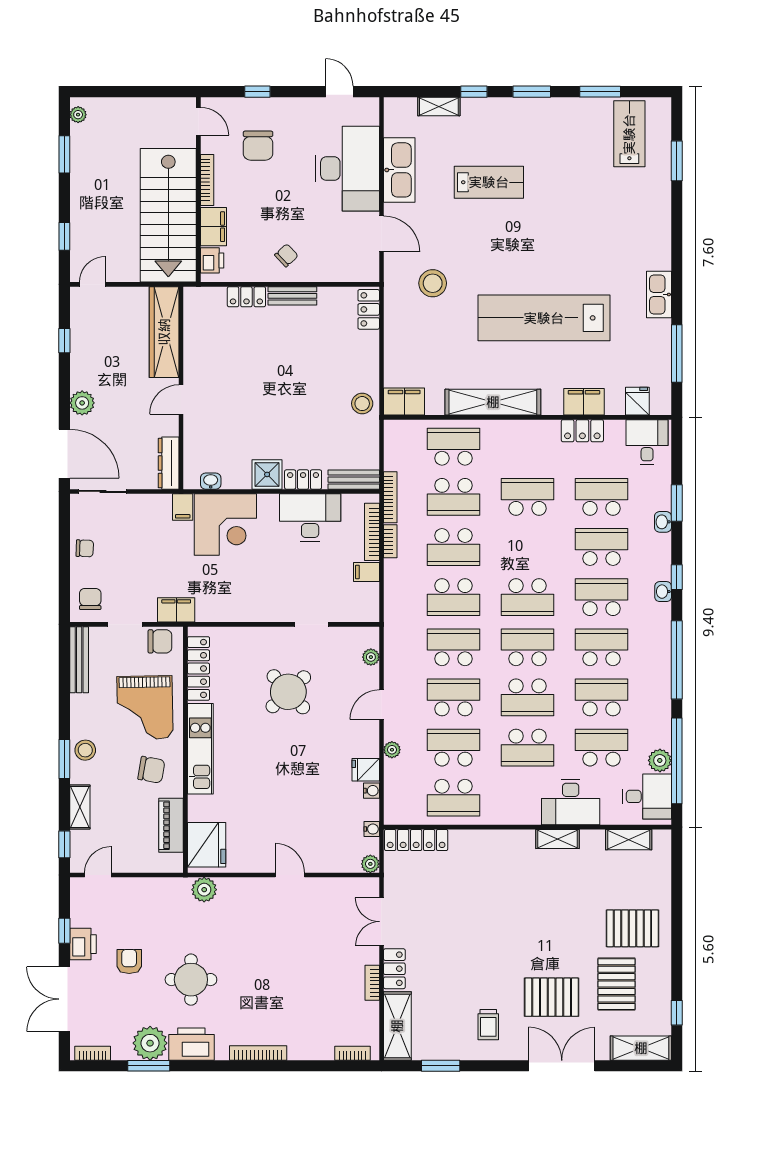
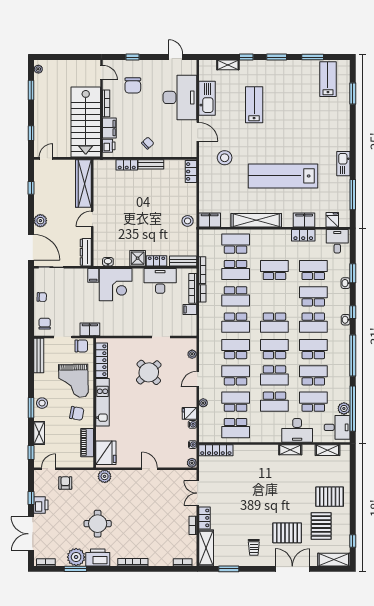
lab bench: (489, 182) -> (254, 105), turned -90
school desk: (601, 597) -> (313, 323), turned 180
armchair: (129, 961) -> (65, 483), moved

